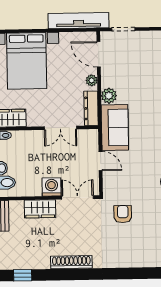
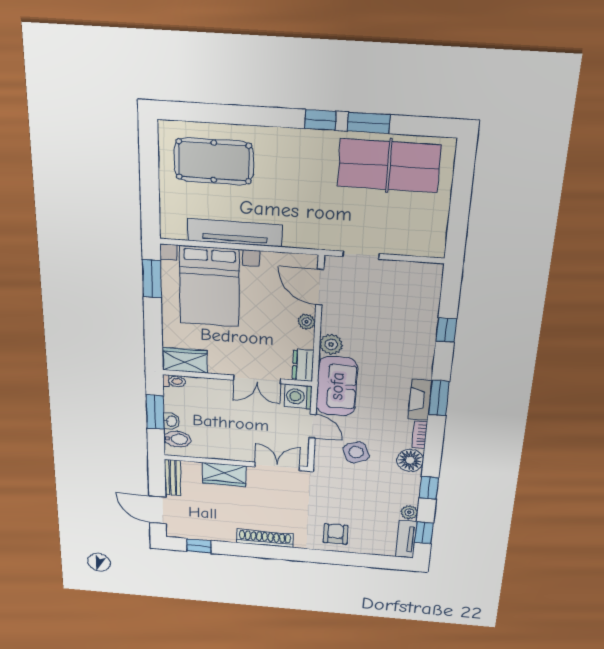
tv unit: (79, 21) -> (235, 233), moved
dresser: (91, 108) -> (303, 365), width x0.70
side table: (132, 179) -> (356, 452), added
washing machine: (52, 187) -> (298, 396), moved, turned -90
armchair: (123, 214) -> (335, 534), moved

